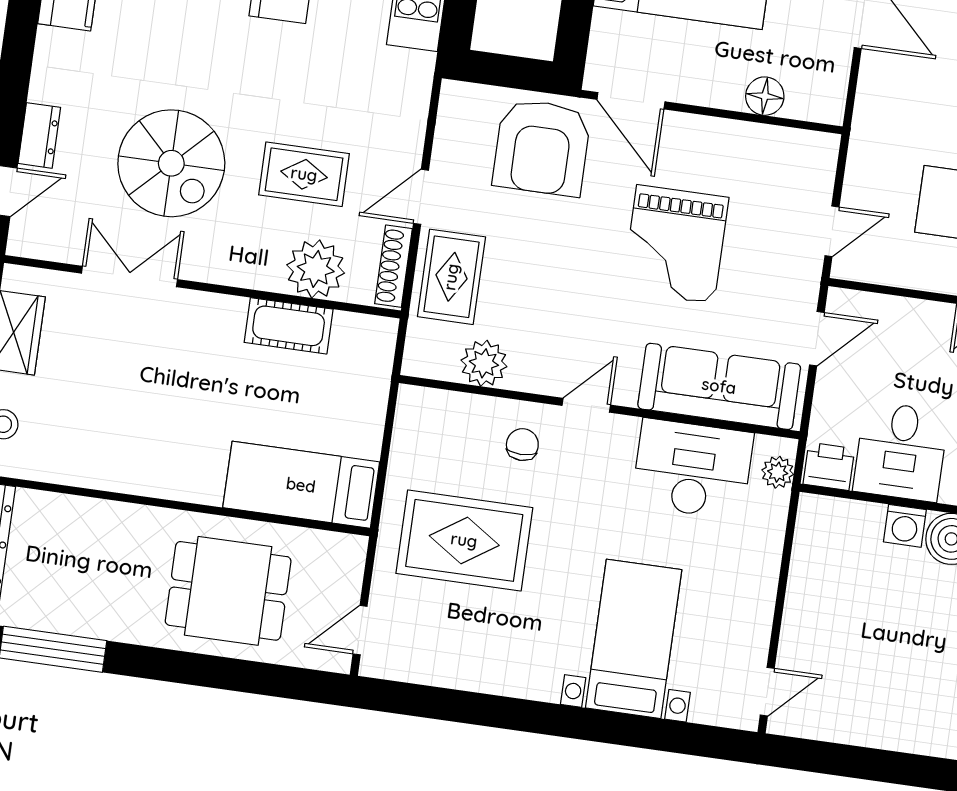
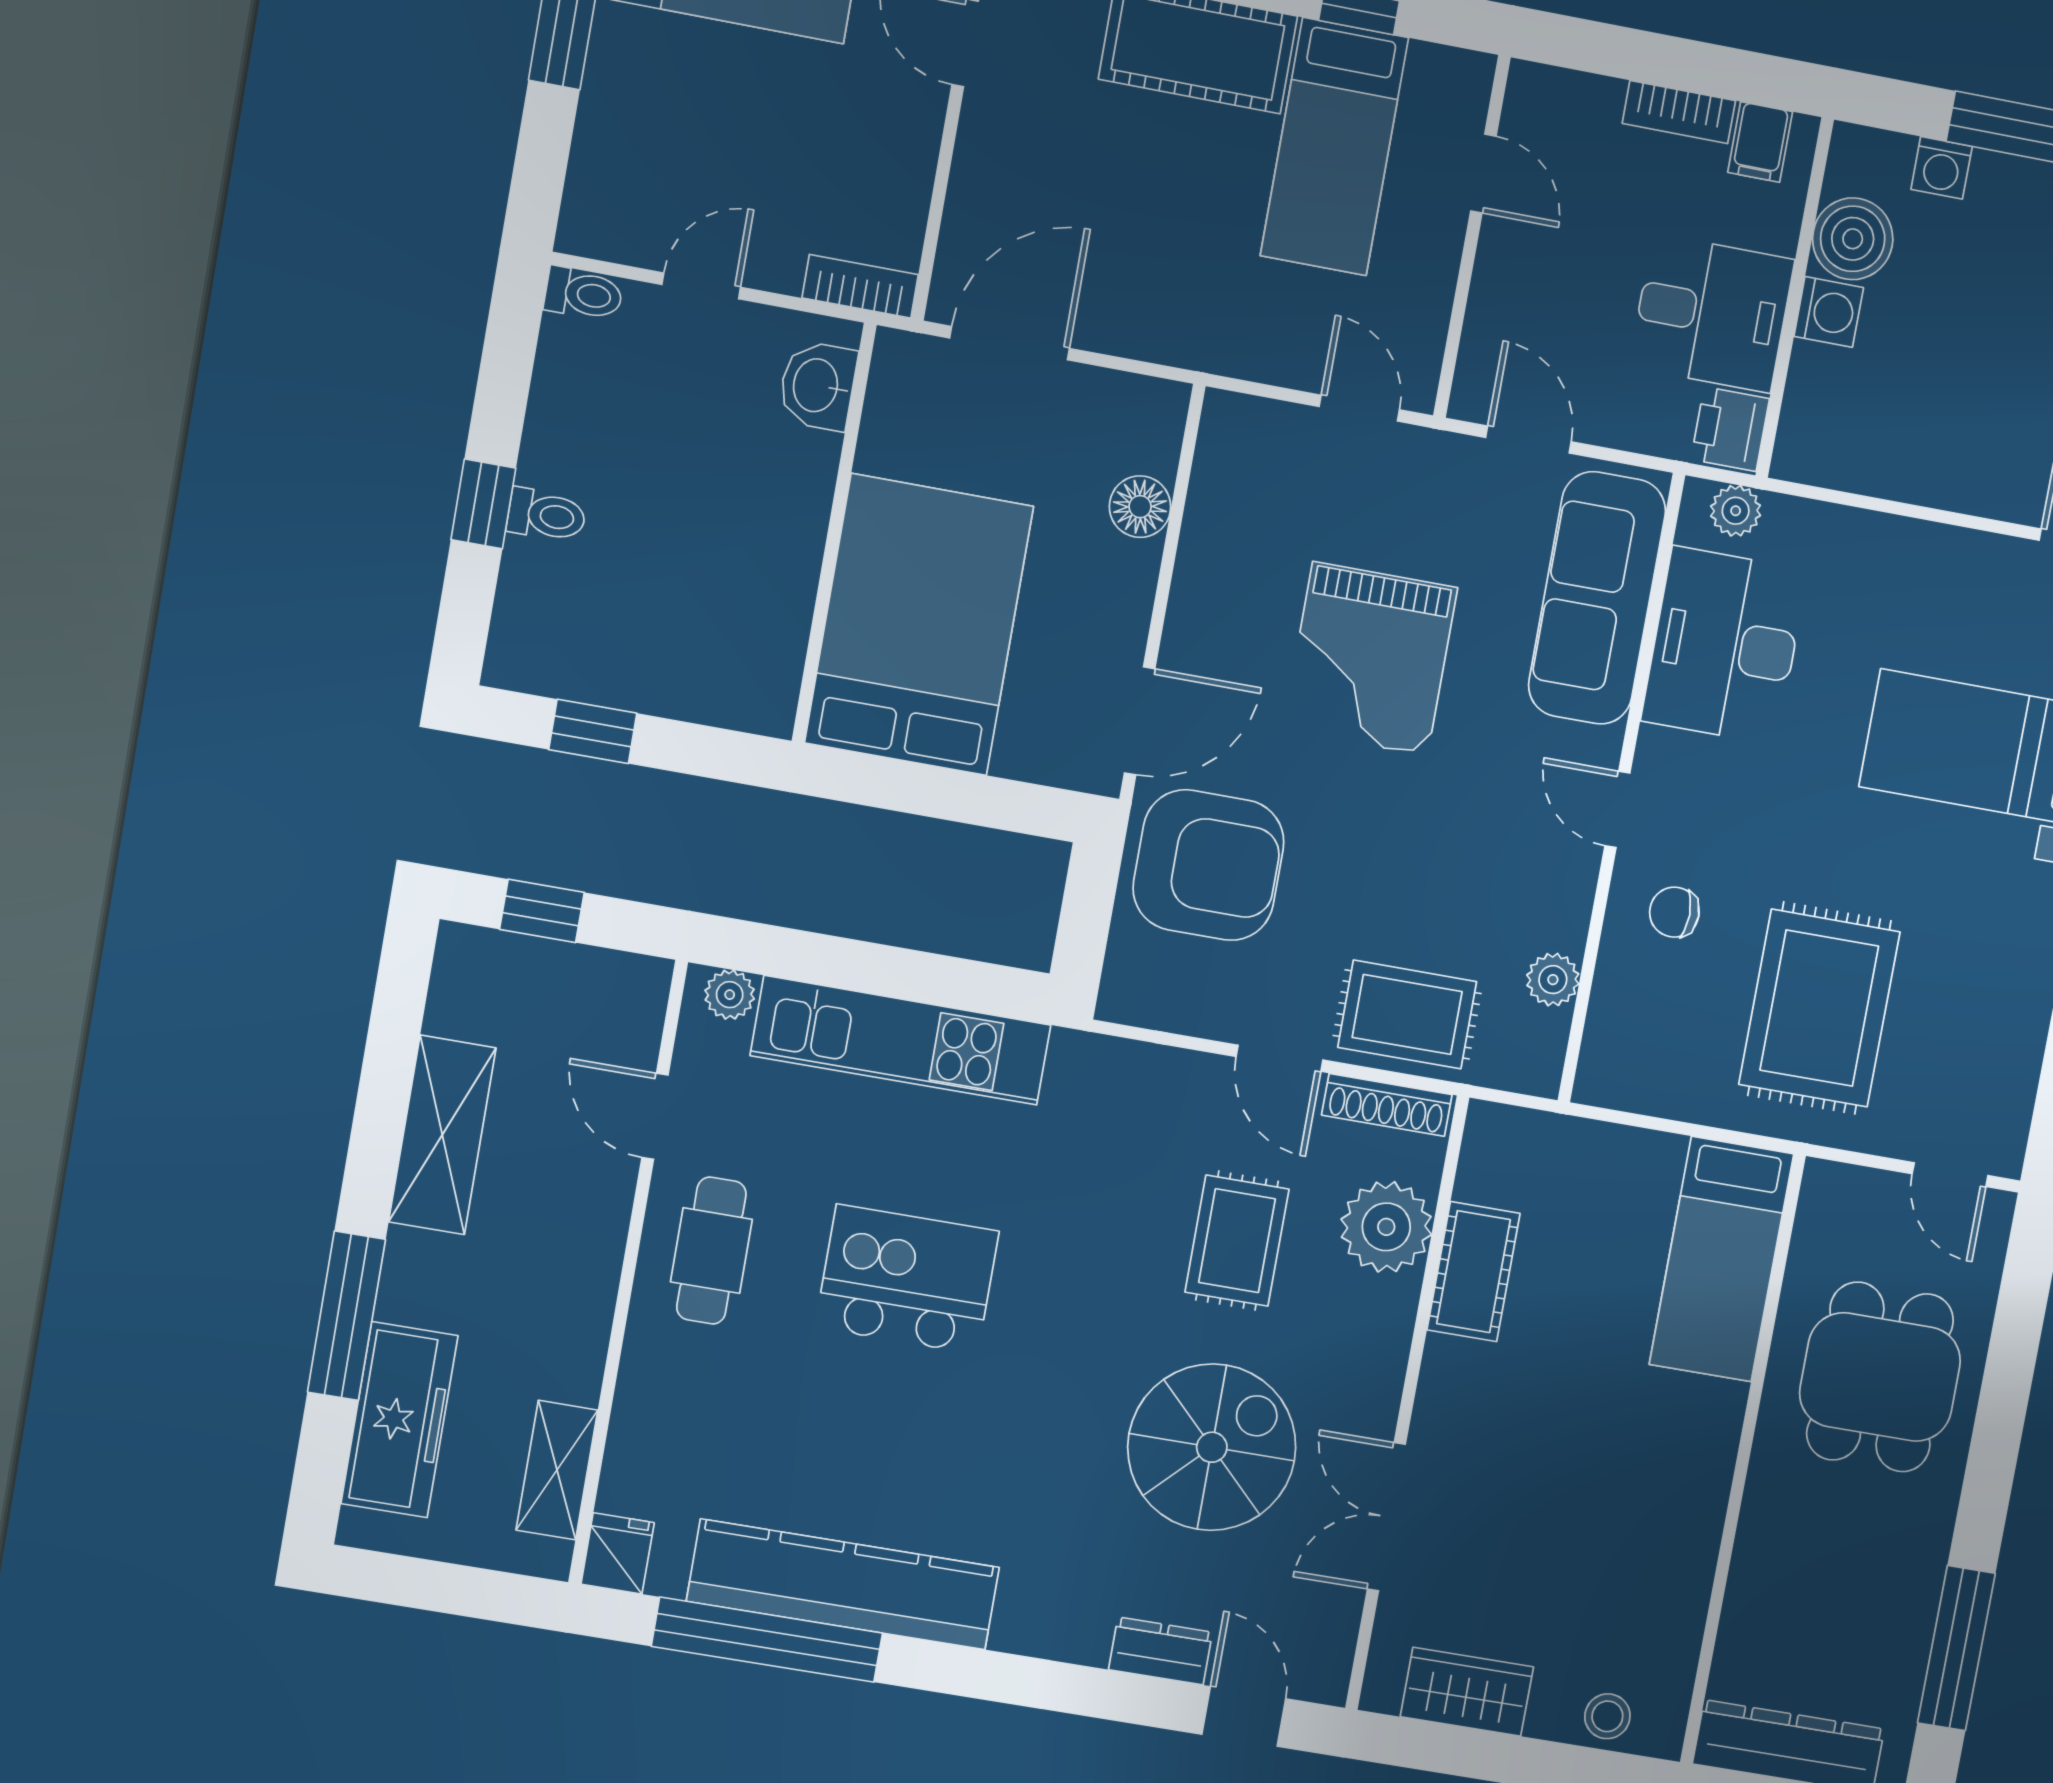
grand piano: (675, 244) -> (1370, 659), turned 90
plant: (484, 363) -> (1553, 980), width x0.73, depth x0.73

